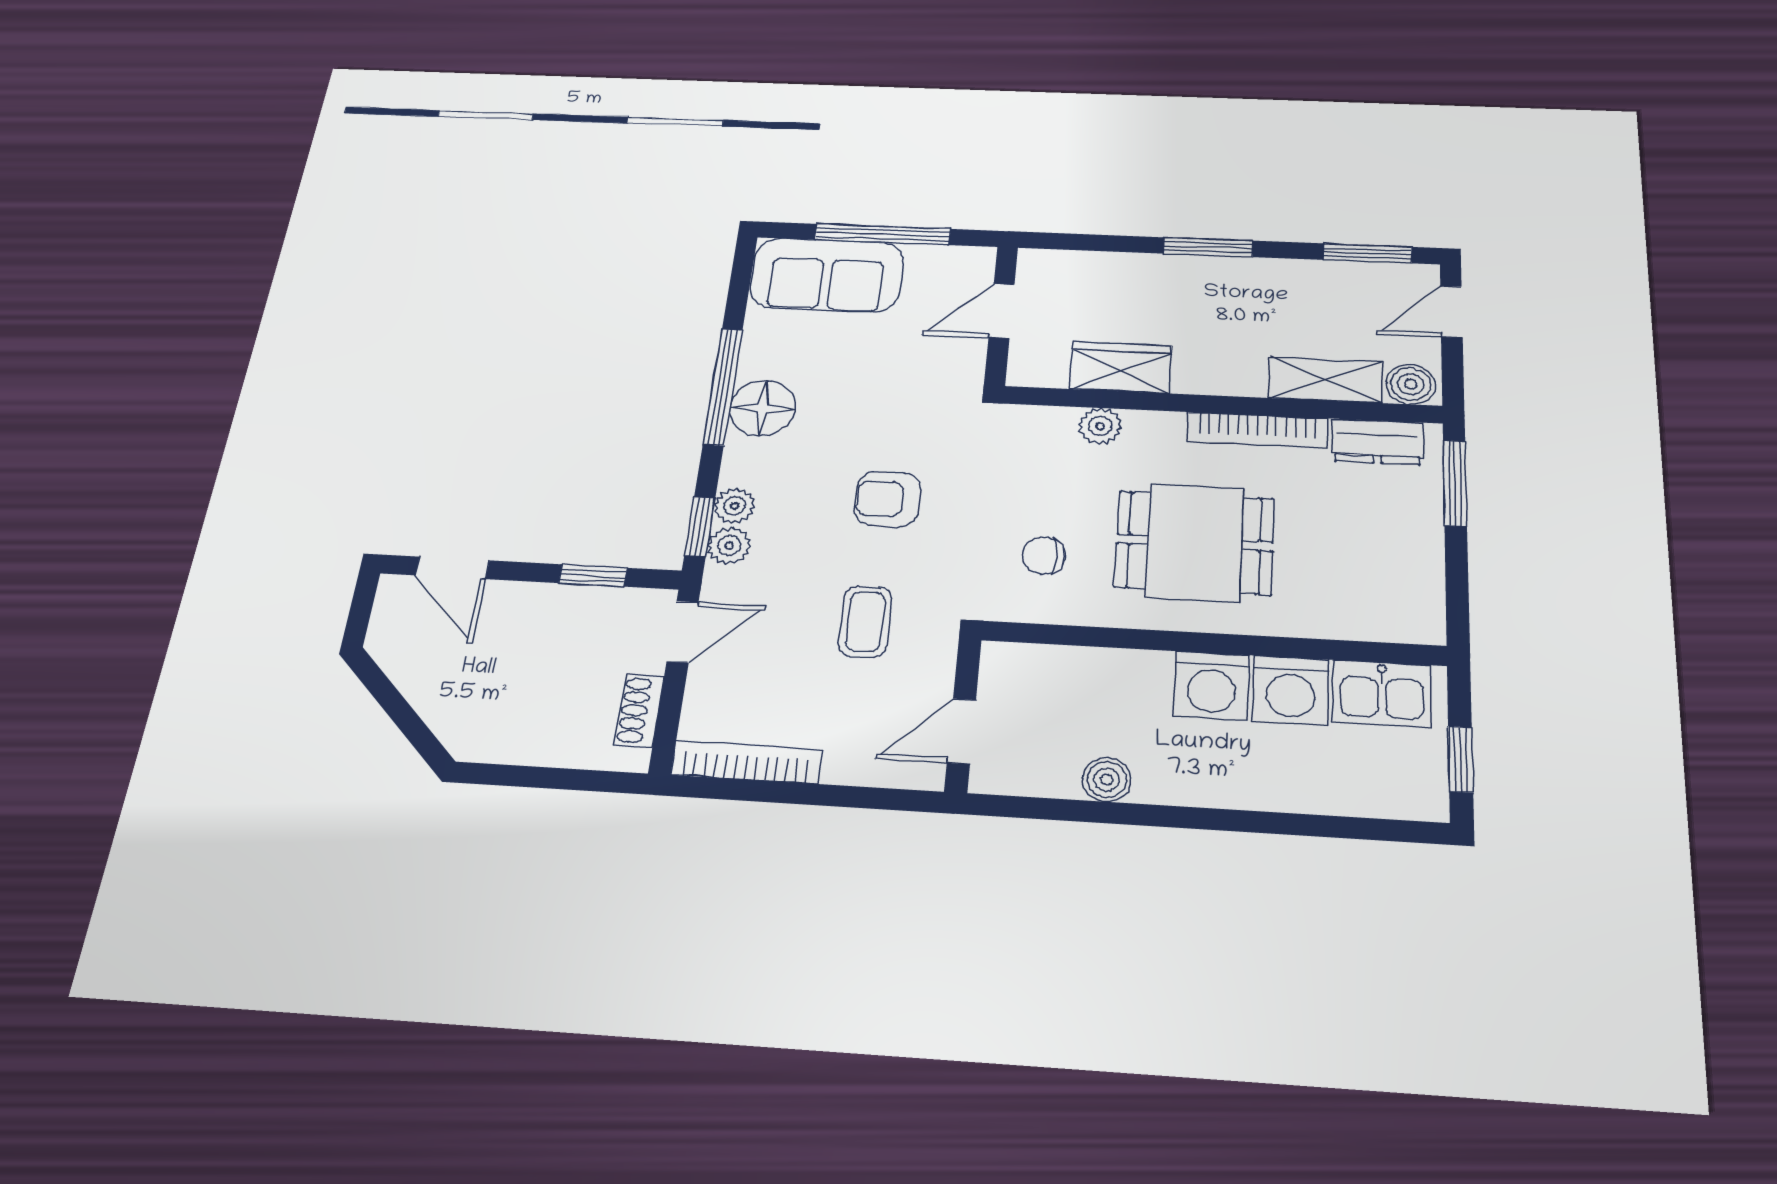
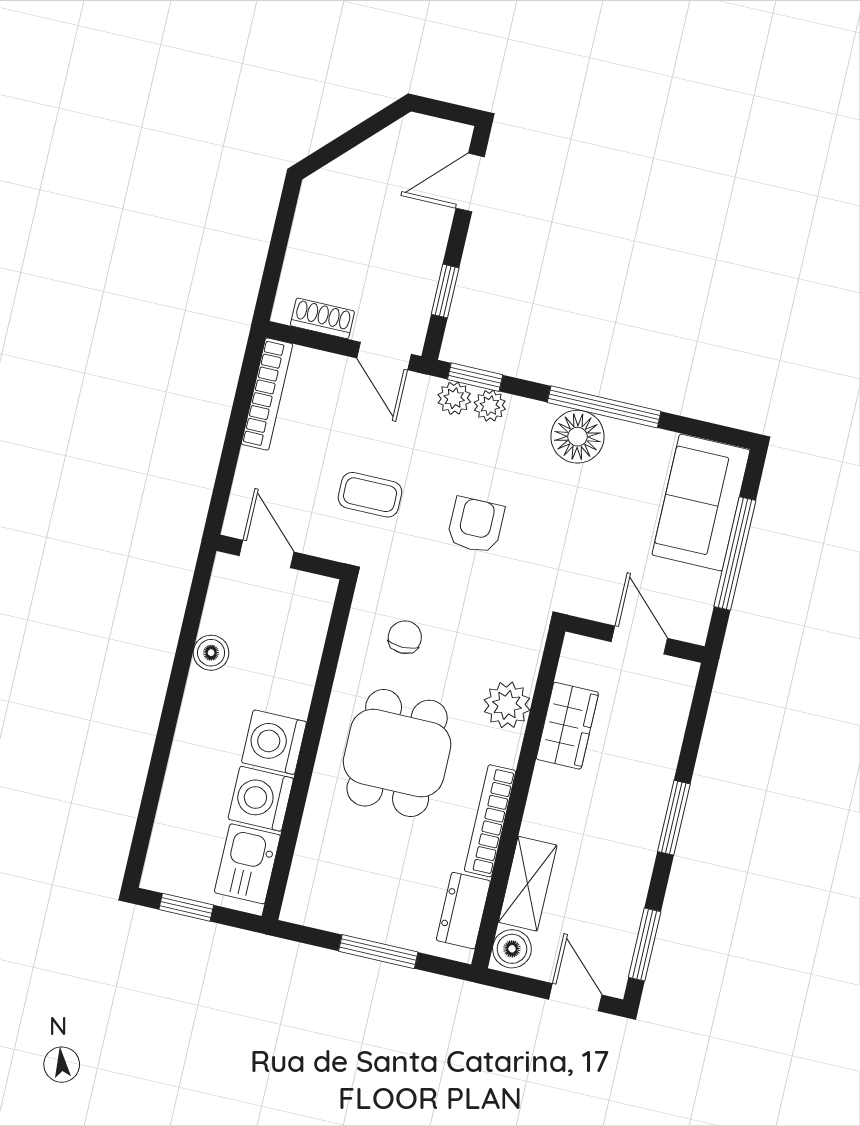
plant: (1100, 426) -> (507, 705), width x1.38, depth x1.38
window: (1455, 483) -> (378, 952), moved

